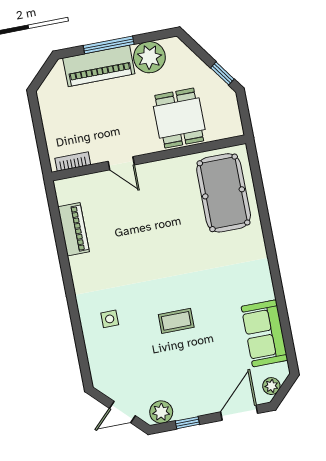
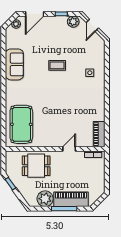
dining table: (179, 118) -> (36, 166), turned 90
door: (121, 163) -> (69, 149), hinge flipped
piano: (74, 229) -> (99, 134), moved
sofa: (265, 333) -> (14, 64), moved
door: (122, 412) -> (92, 25), swing flipped

